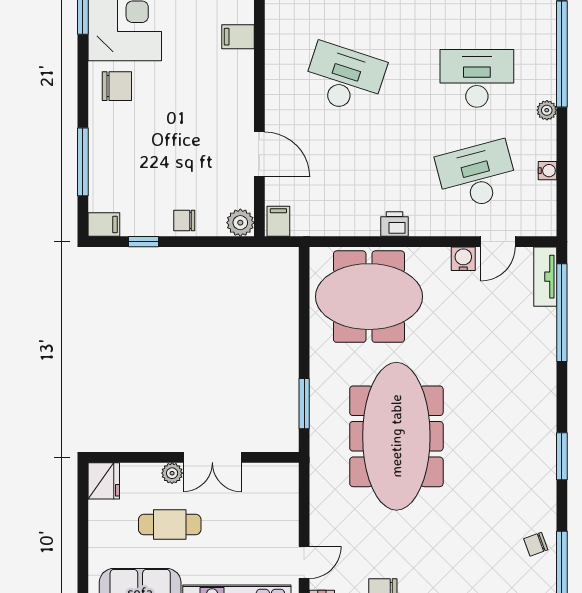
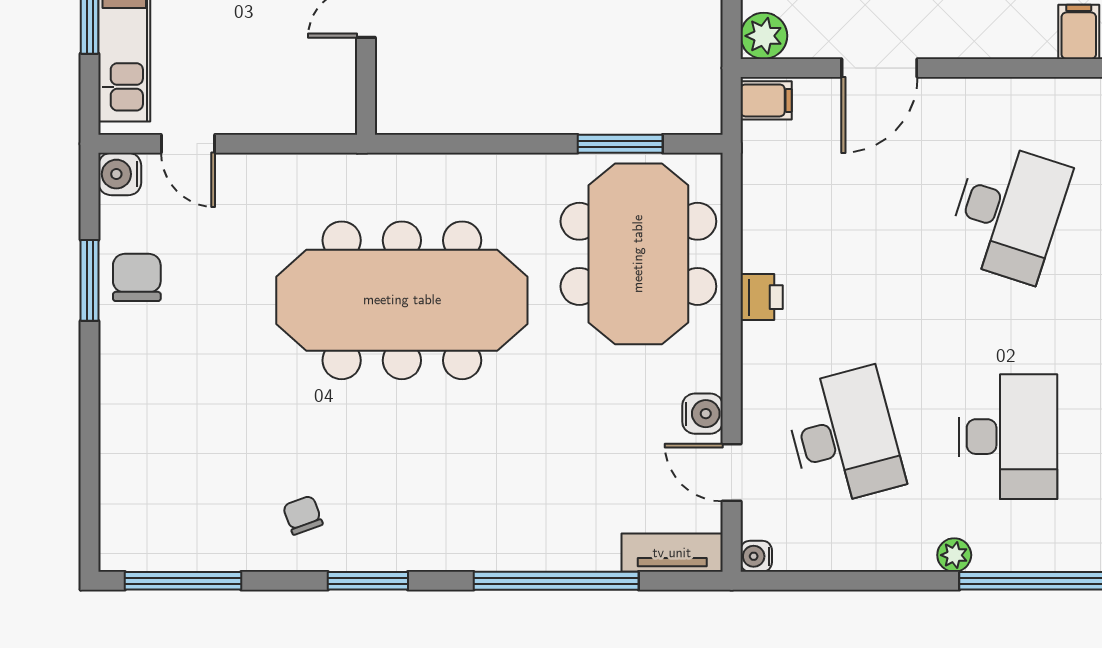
water cooler: (547, 171) -> (756, 556), moved, turned 90
window: (562, 313) -> (556, 581), moved
window: (304, 404) -> (620, 144), moved
chair: (536, 544) -> (303, 515), moved

